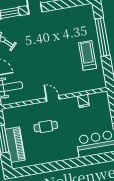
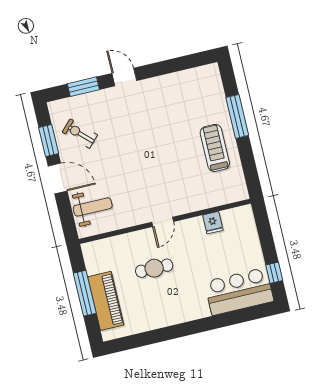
window: (102, 37) -> (237, 116), width x0.68
door: (53, 99) -> (163, 222), swing flipped

